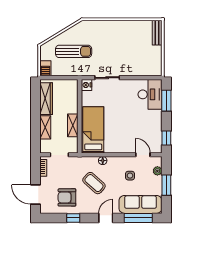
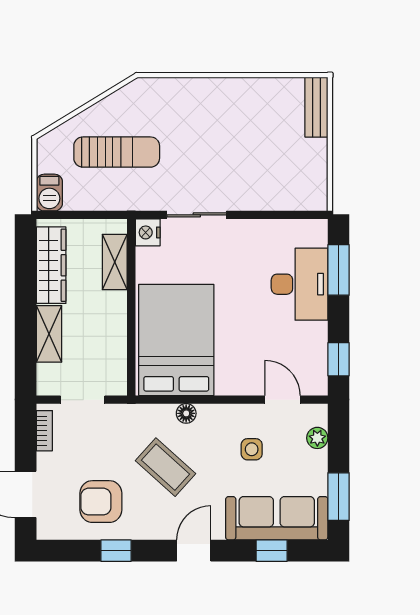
desk: (150, 94) -> (300, 284), moved
shelving: (73, 125) -> (115, 262), moved
bed: (93, 130) -> (176, 340), width x1.50
window: (166, 185) -> (339, 497), moved
window: (138, 218) -> (272, 551), width x0.46

